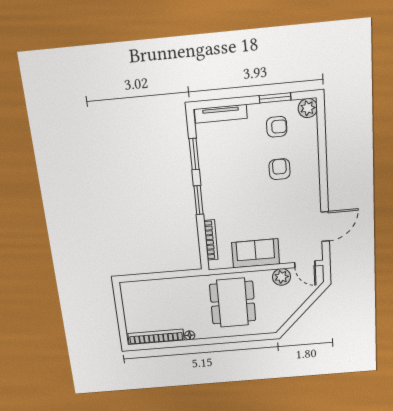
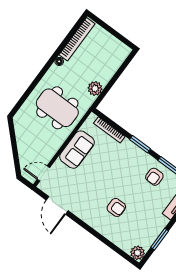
armchair: (277, 127) -> (154, 177), moved
plant: (282, 277) -> (95, 88), moved

